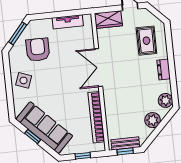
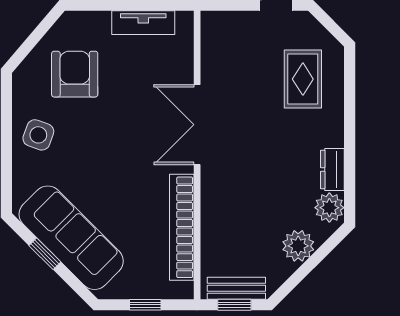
wardrobe: (108, 20) -> (228, 27), removed
window: (18, 33) -> (36, 36), removed
dresser: (164, 69) -> (332, 169), moved

